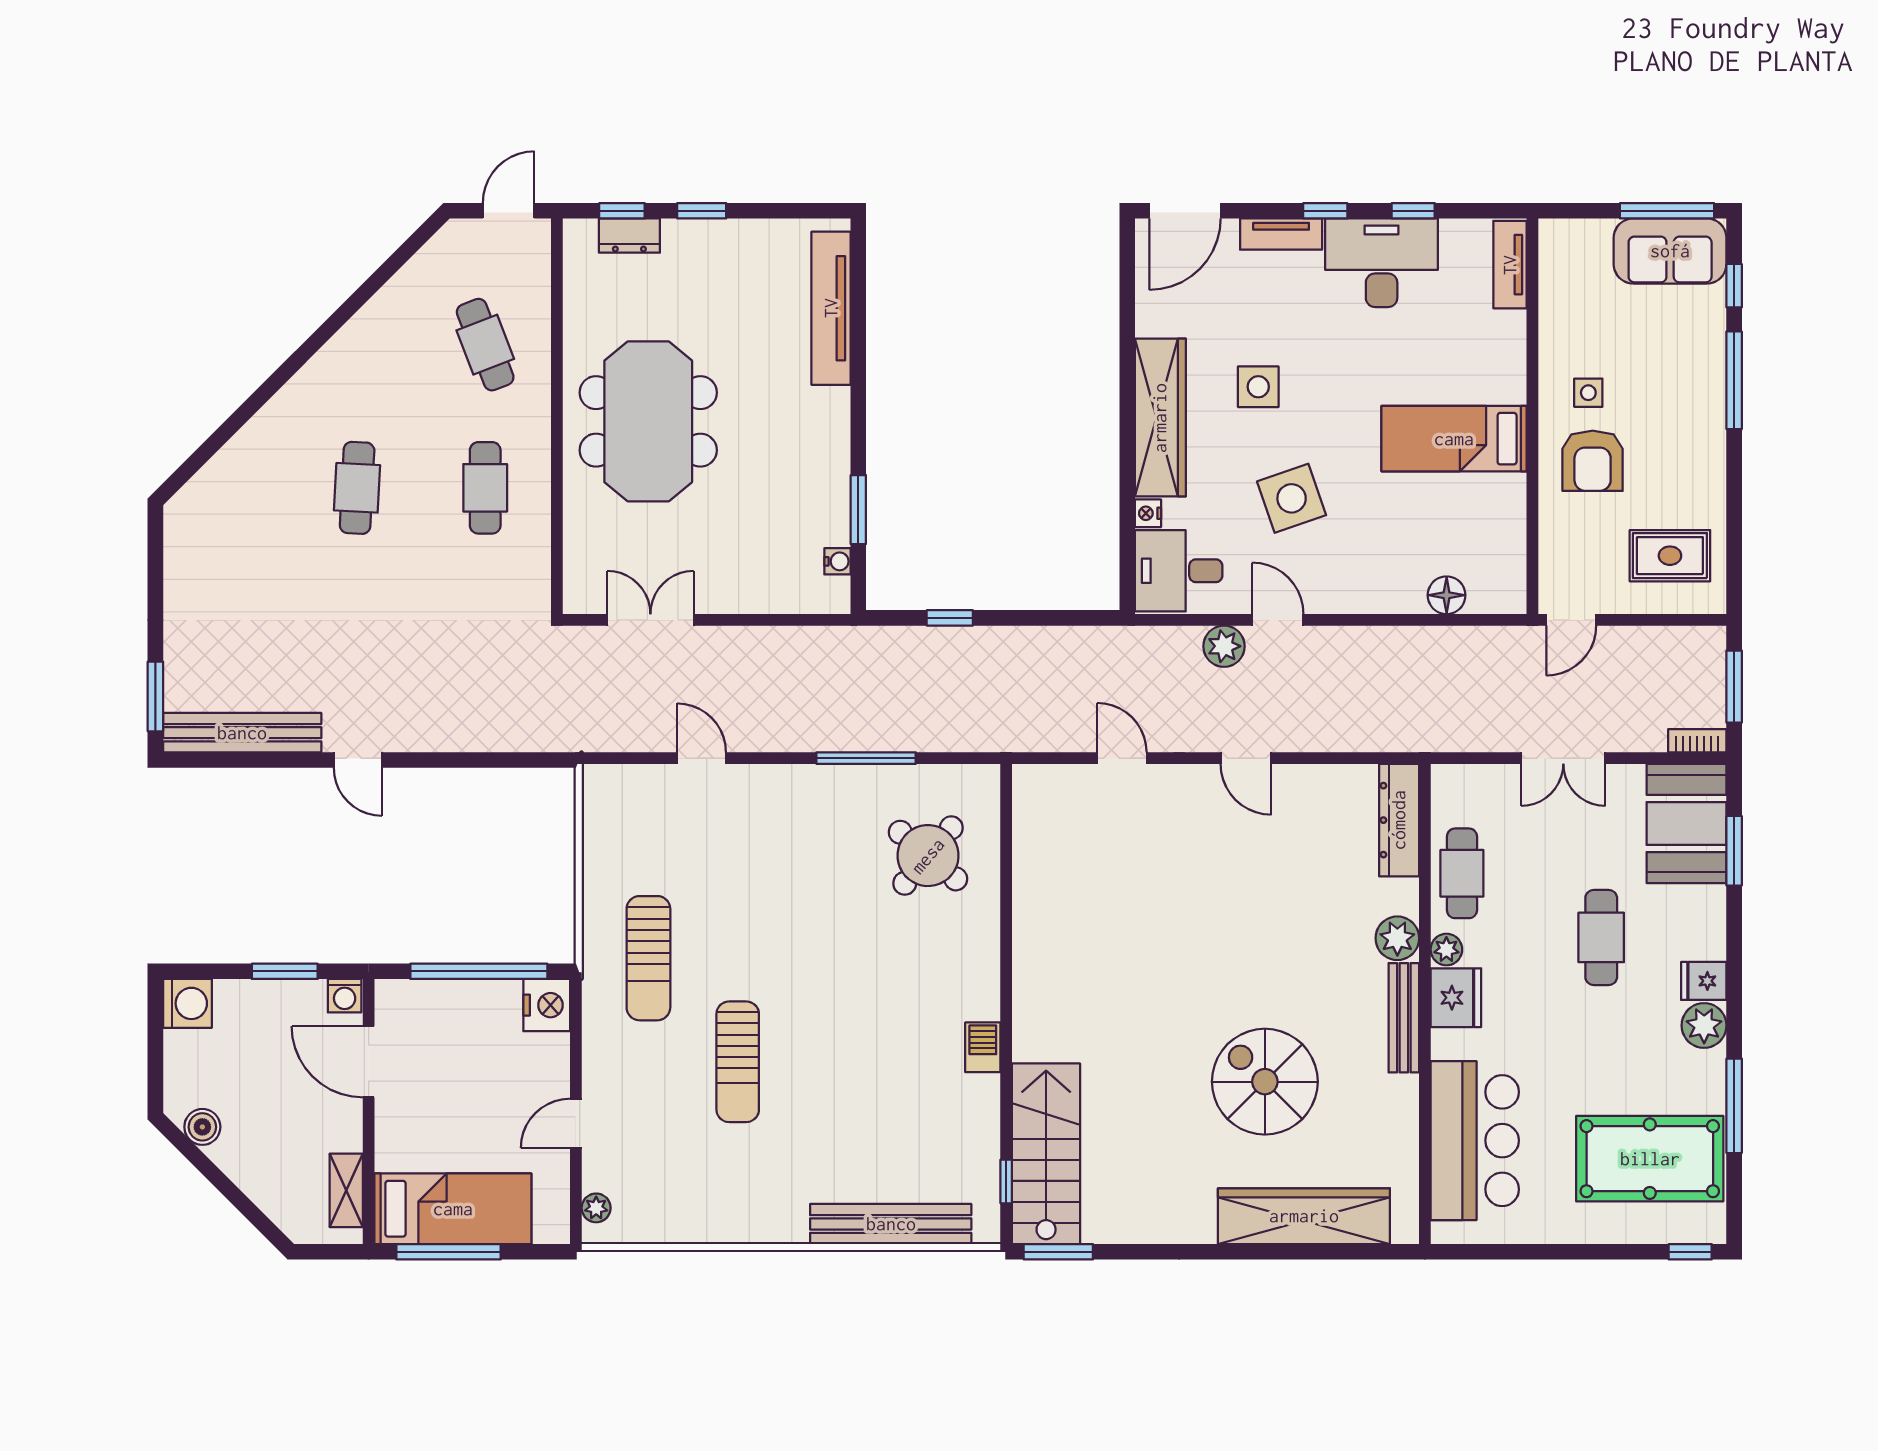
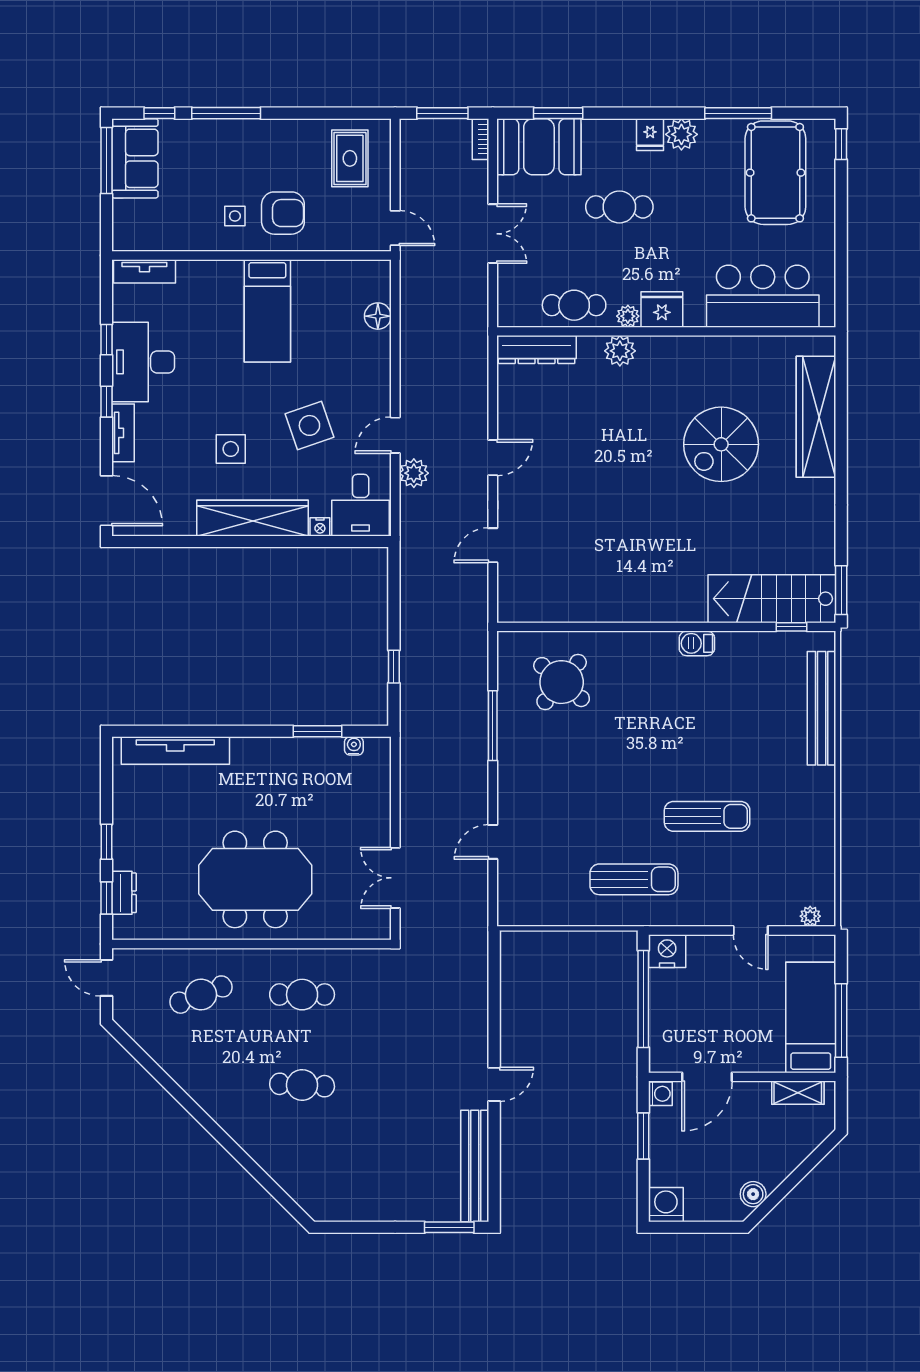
bench: (1404, 1018) -> (676, 346), removed

